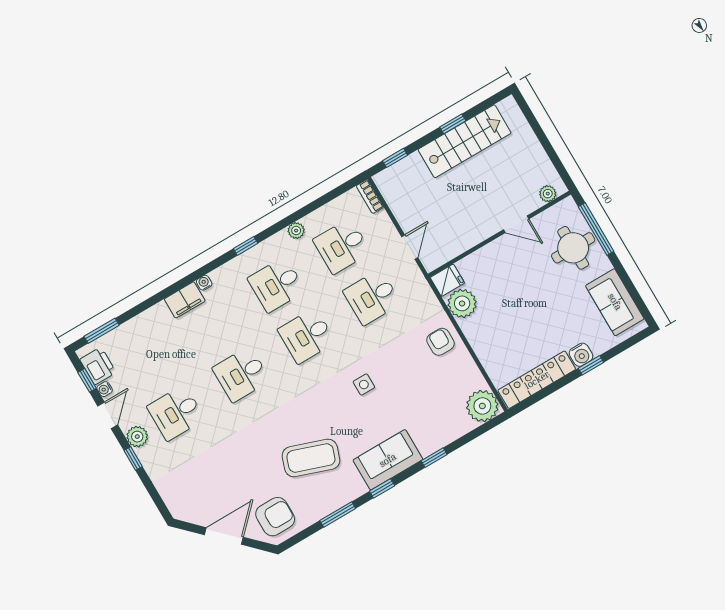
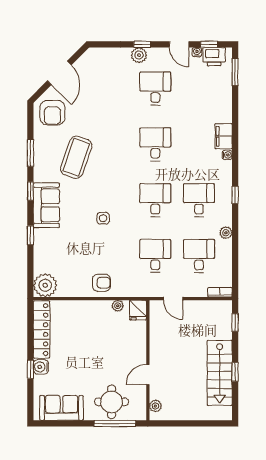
plant: (462, 303) -> (118, 306), width x0.53, depth x0.53
plant: (137, 437) -> (139, 55), moved

